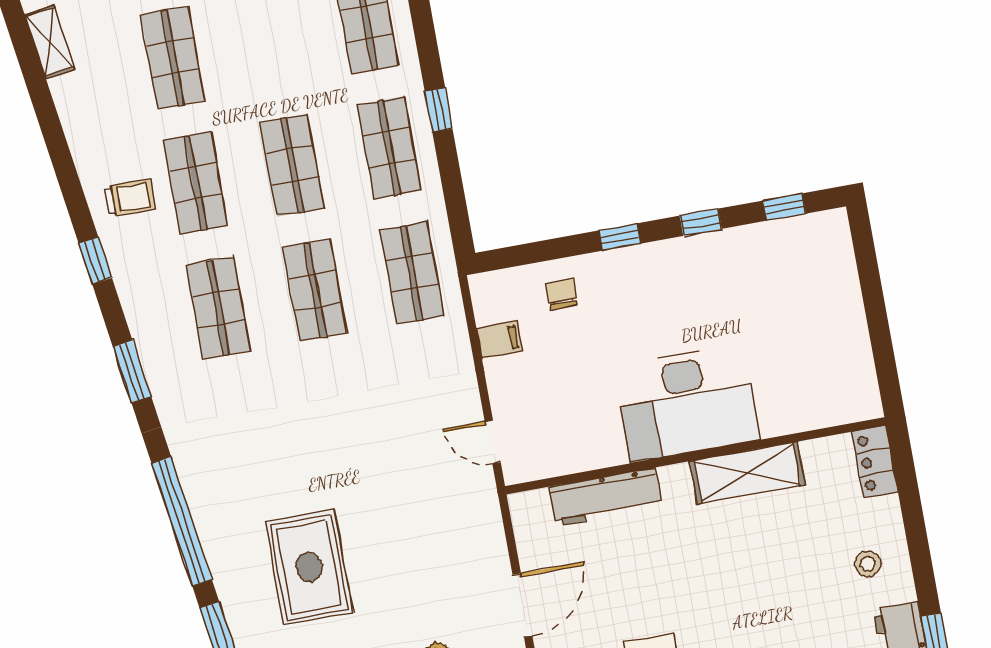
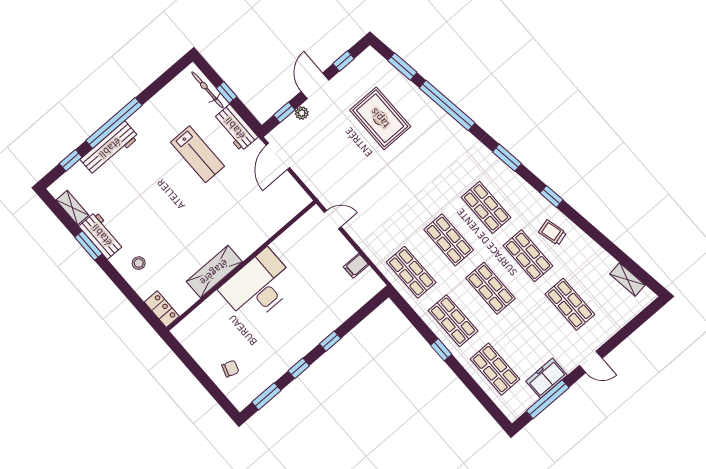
trolley: (130, 198) -> (553, 232), turned 75
window: (784, 207) -> (266, 396), width x1.50
chair: (562, 294) -> (230, 369), moved, turned -72
workbench: (606, 497) -> (270, 225), removed

